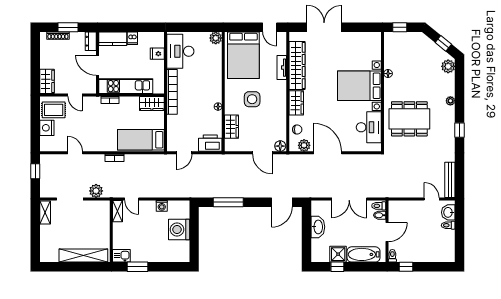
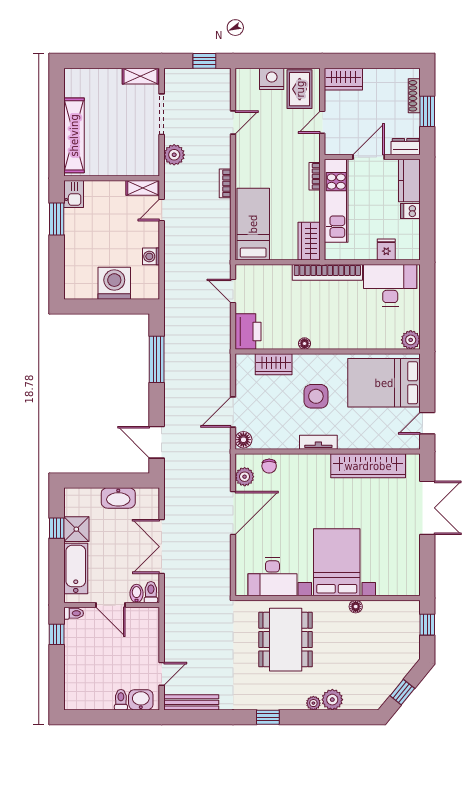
plant: (448, 66) -> (332, 700), moved
tv unit: (282, 68) -> (318, 442), moved
wardrobe: (296, 103) -> (310, 465), removed

